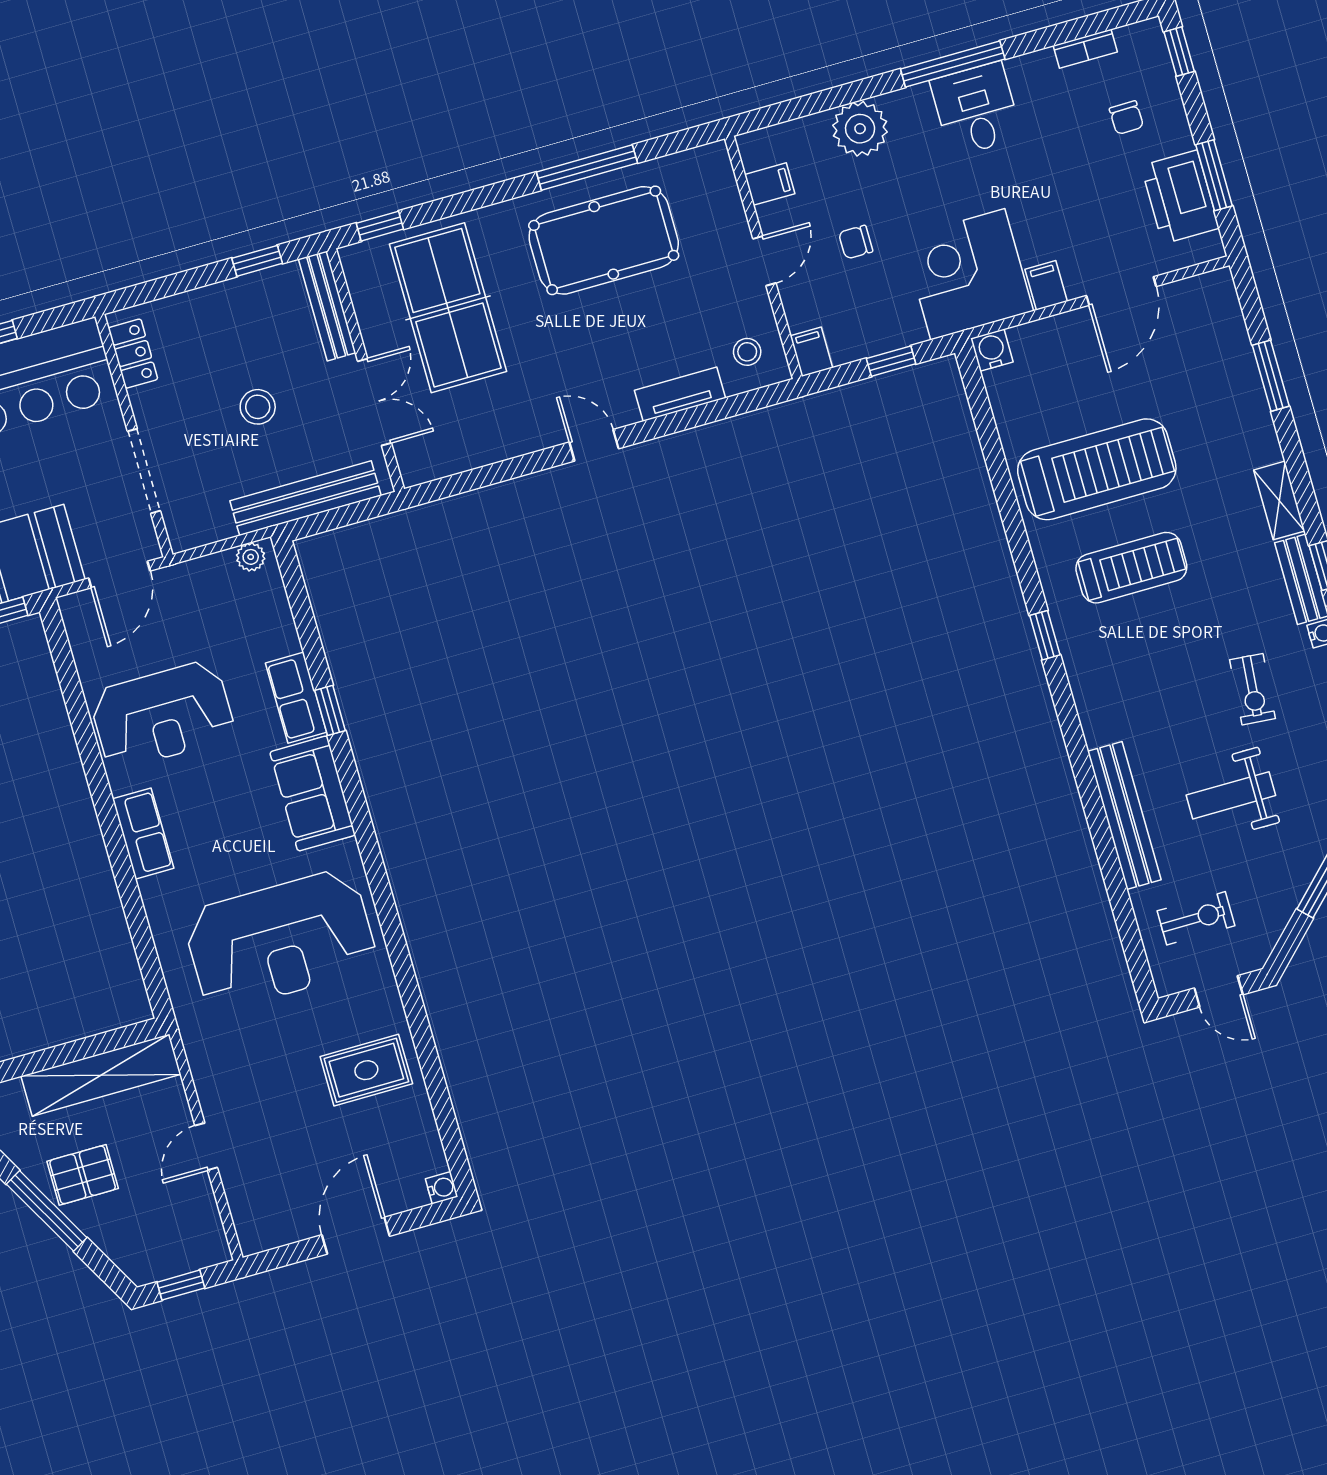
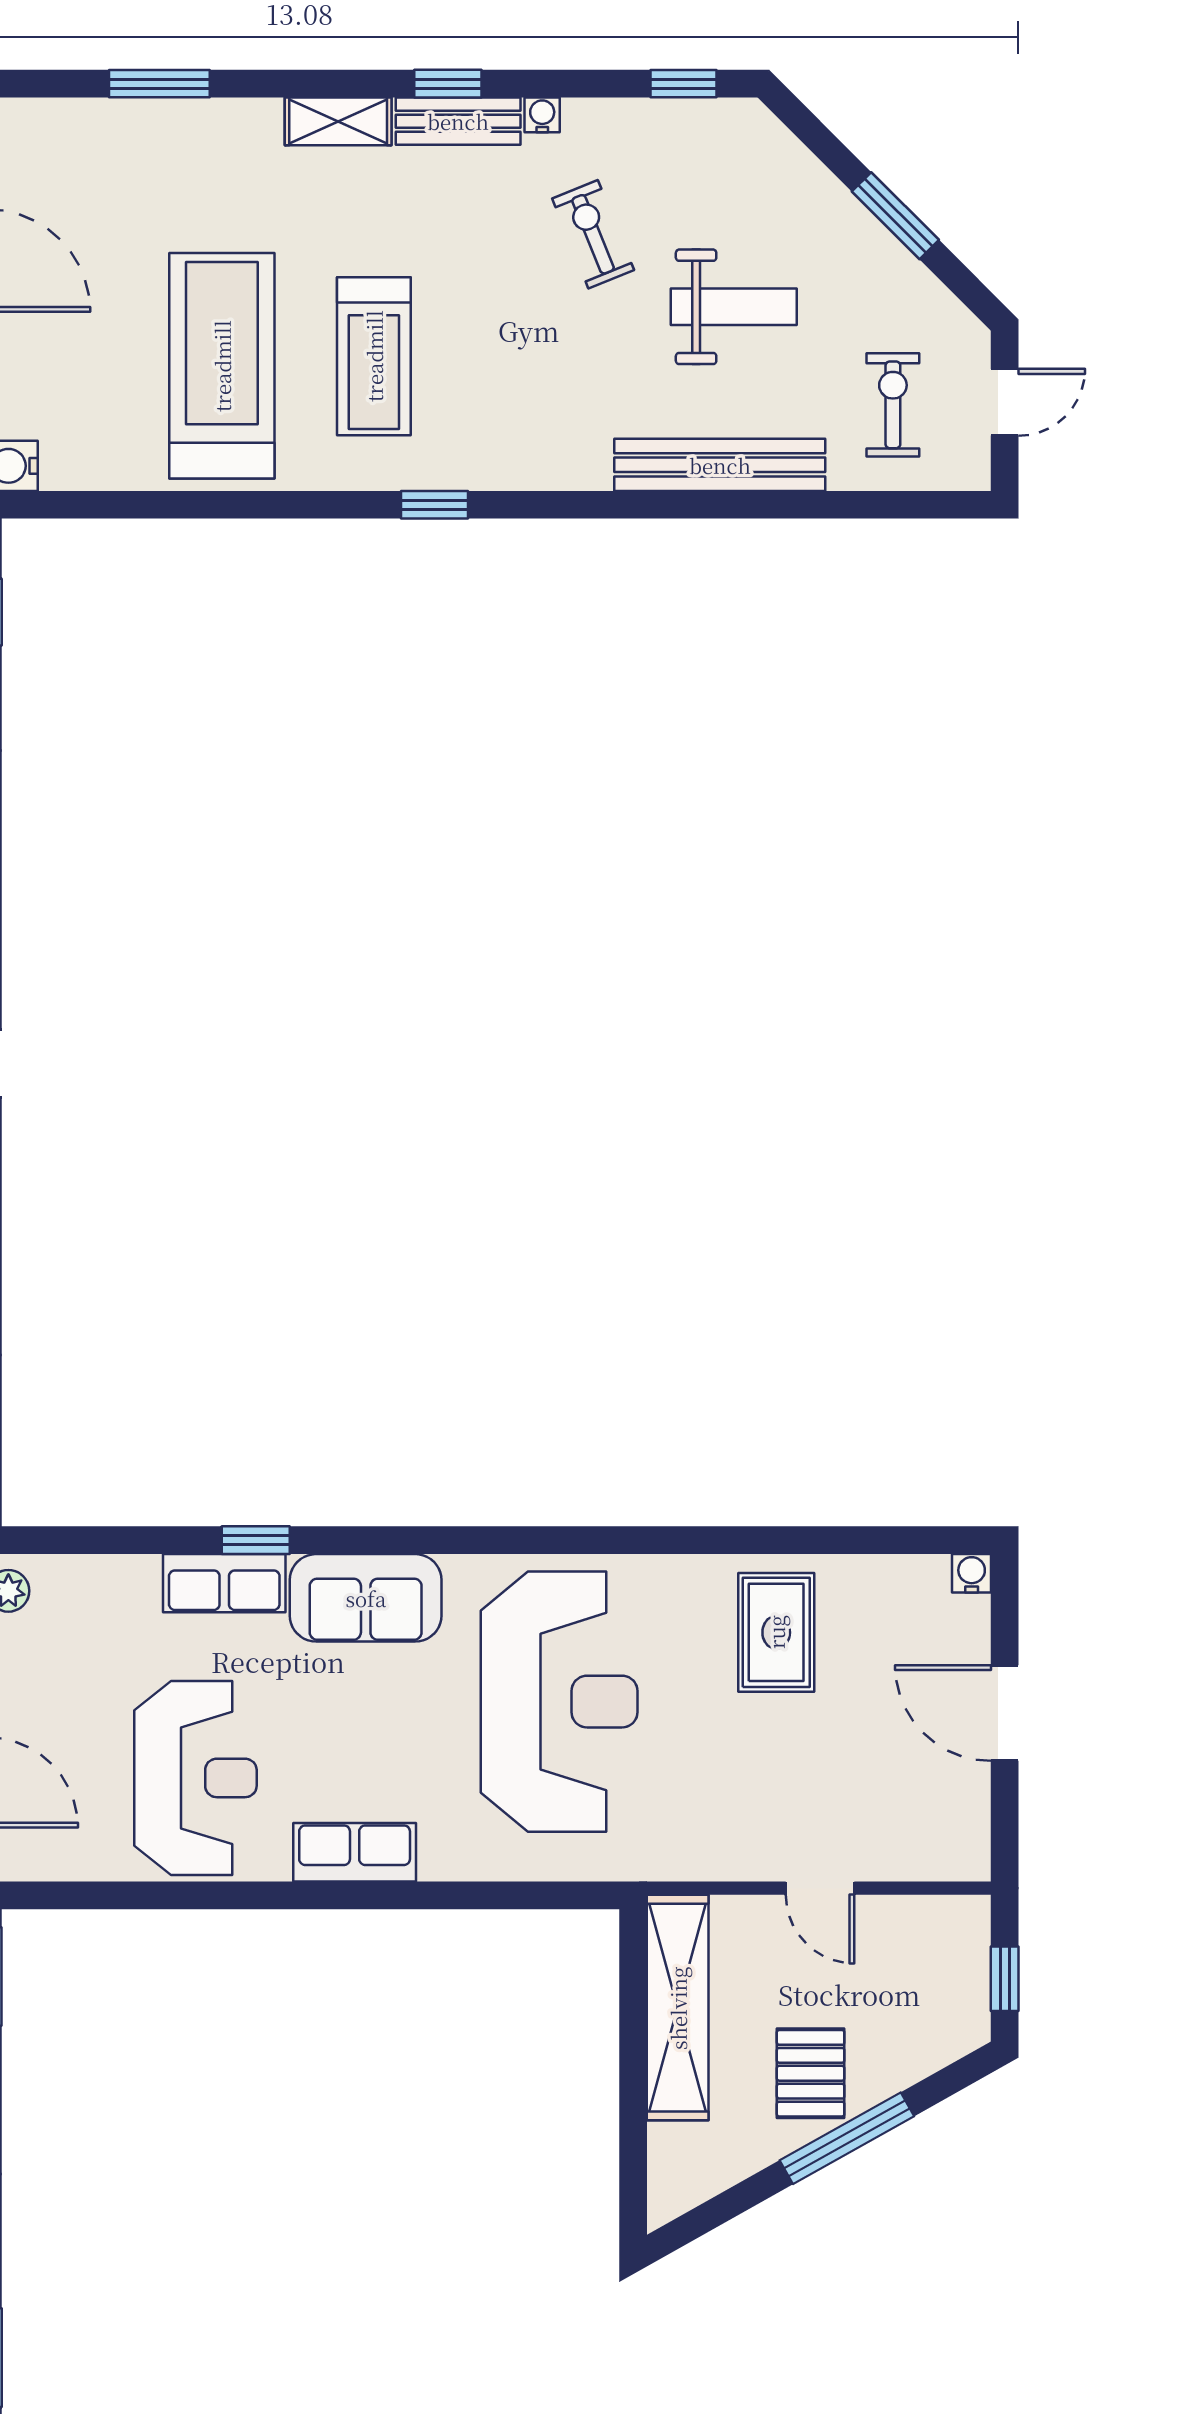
treadmill: (1131, 568) -> (374, 356), turned 180
exercise bike: (1252, 689) -> (593, 234), turned -117
weight bench: (1231, 795) -> (734, 307), turned -90

